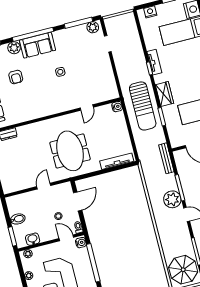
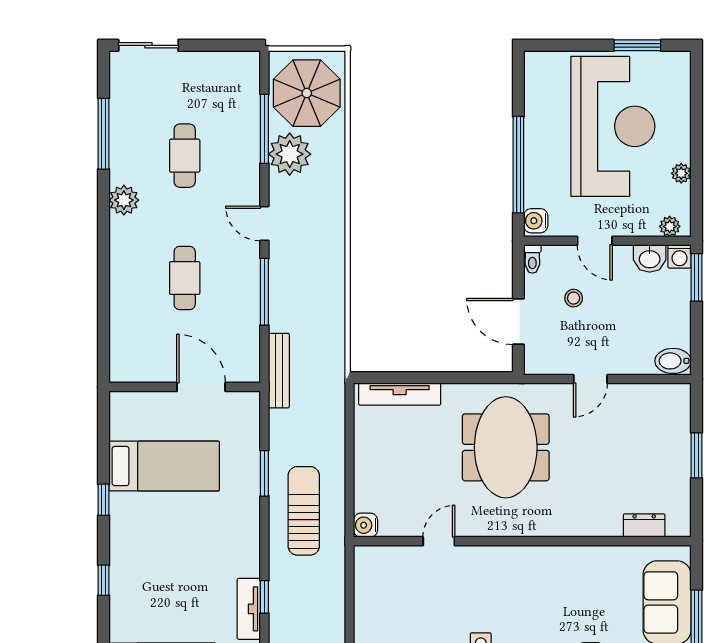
wardrobe: (164, 94) -> (244, 526), removed
sun lounger: (143, 106) -> (304, 511), width x0.73, depth x0.75
plant: (172, 199) -> (290, 154), moved
door: (78, 201) -> (518, 322), hinge flipped
bidet: (18, 219) -> (673, 361), moved
door: (66, 238) -> (595, 241), moved
washing machine: (21, 243) -> (680, 256), added

